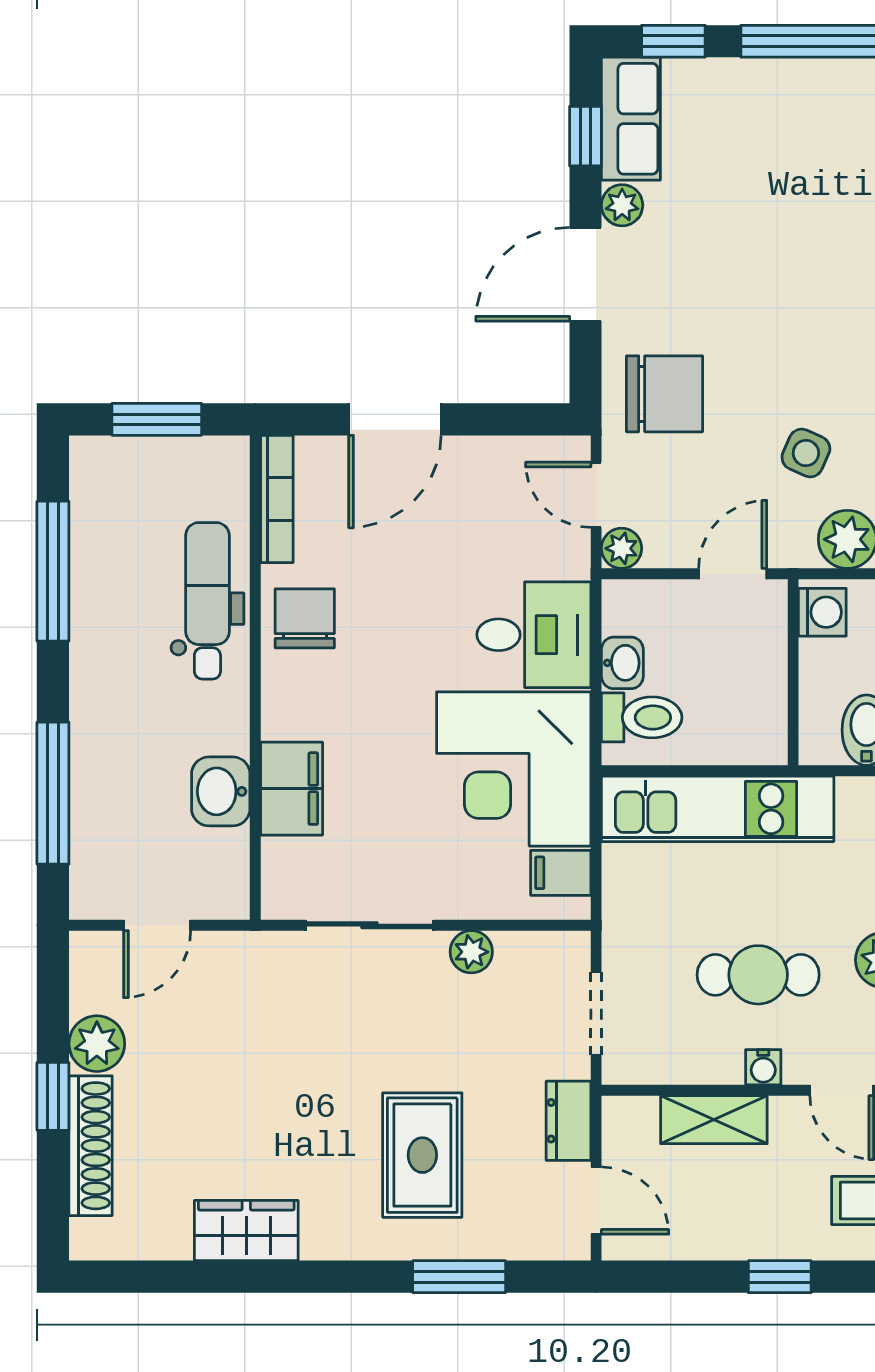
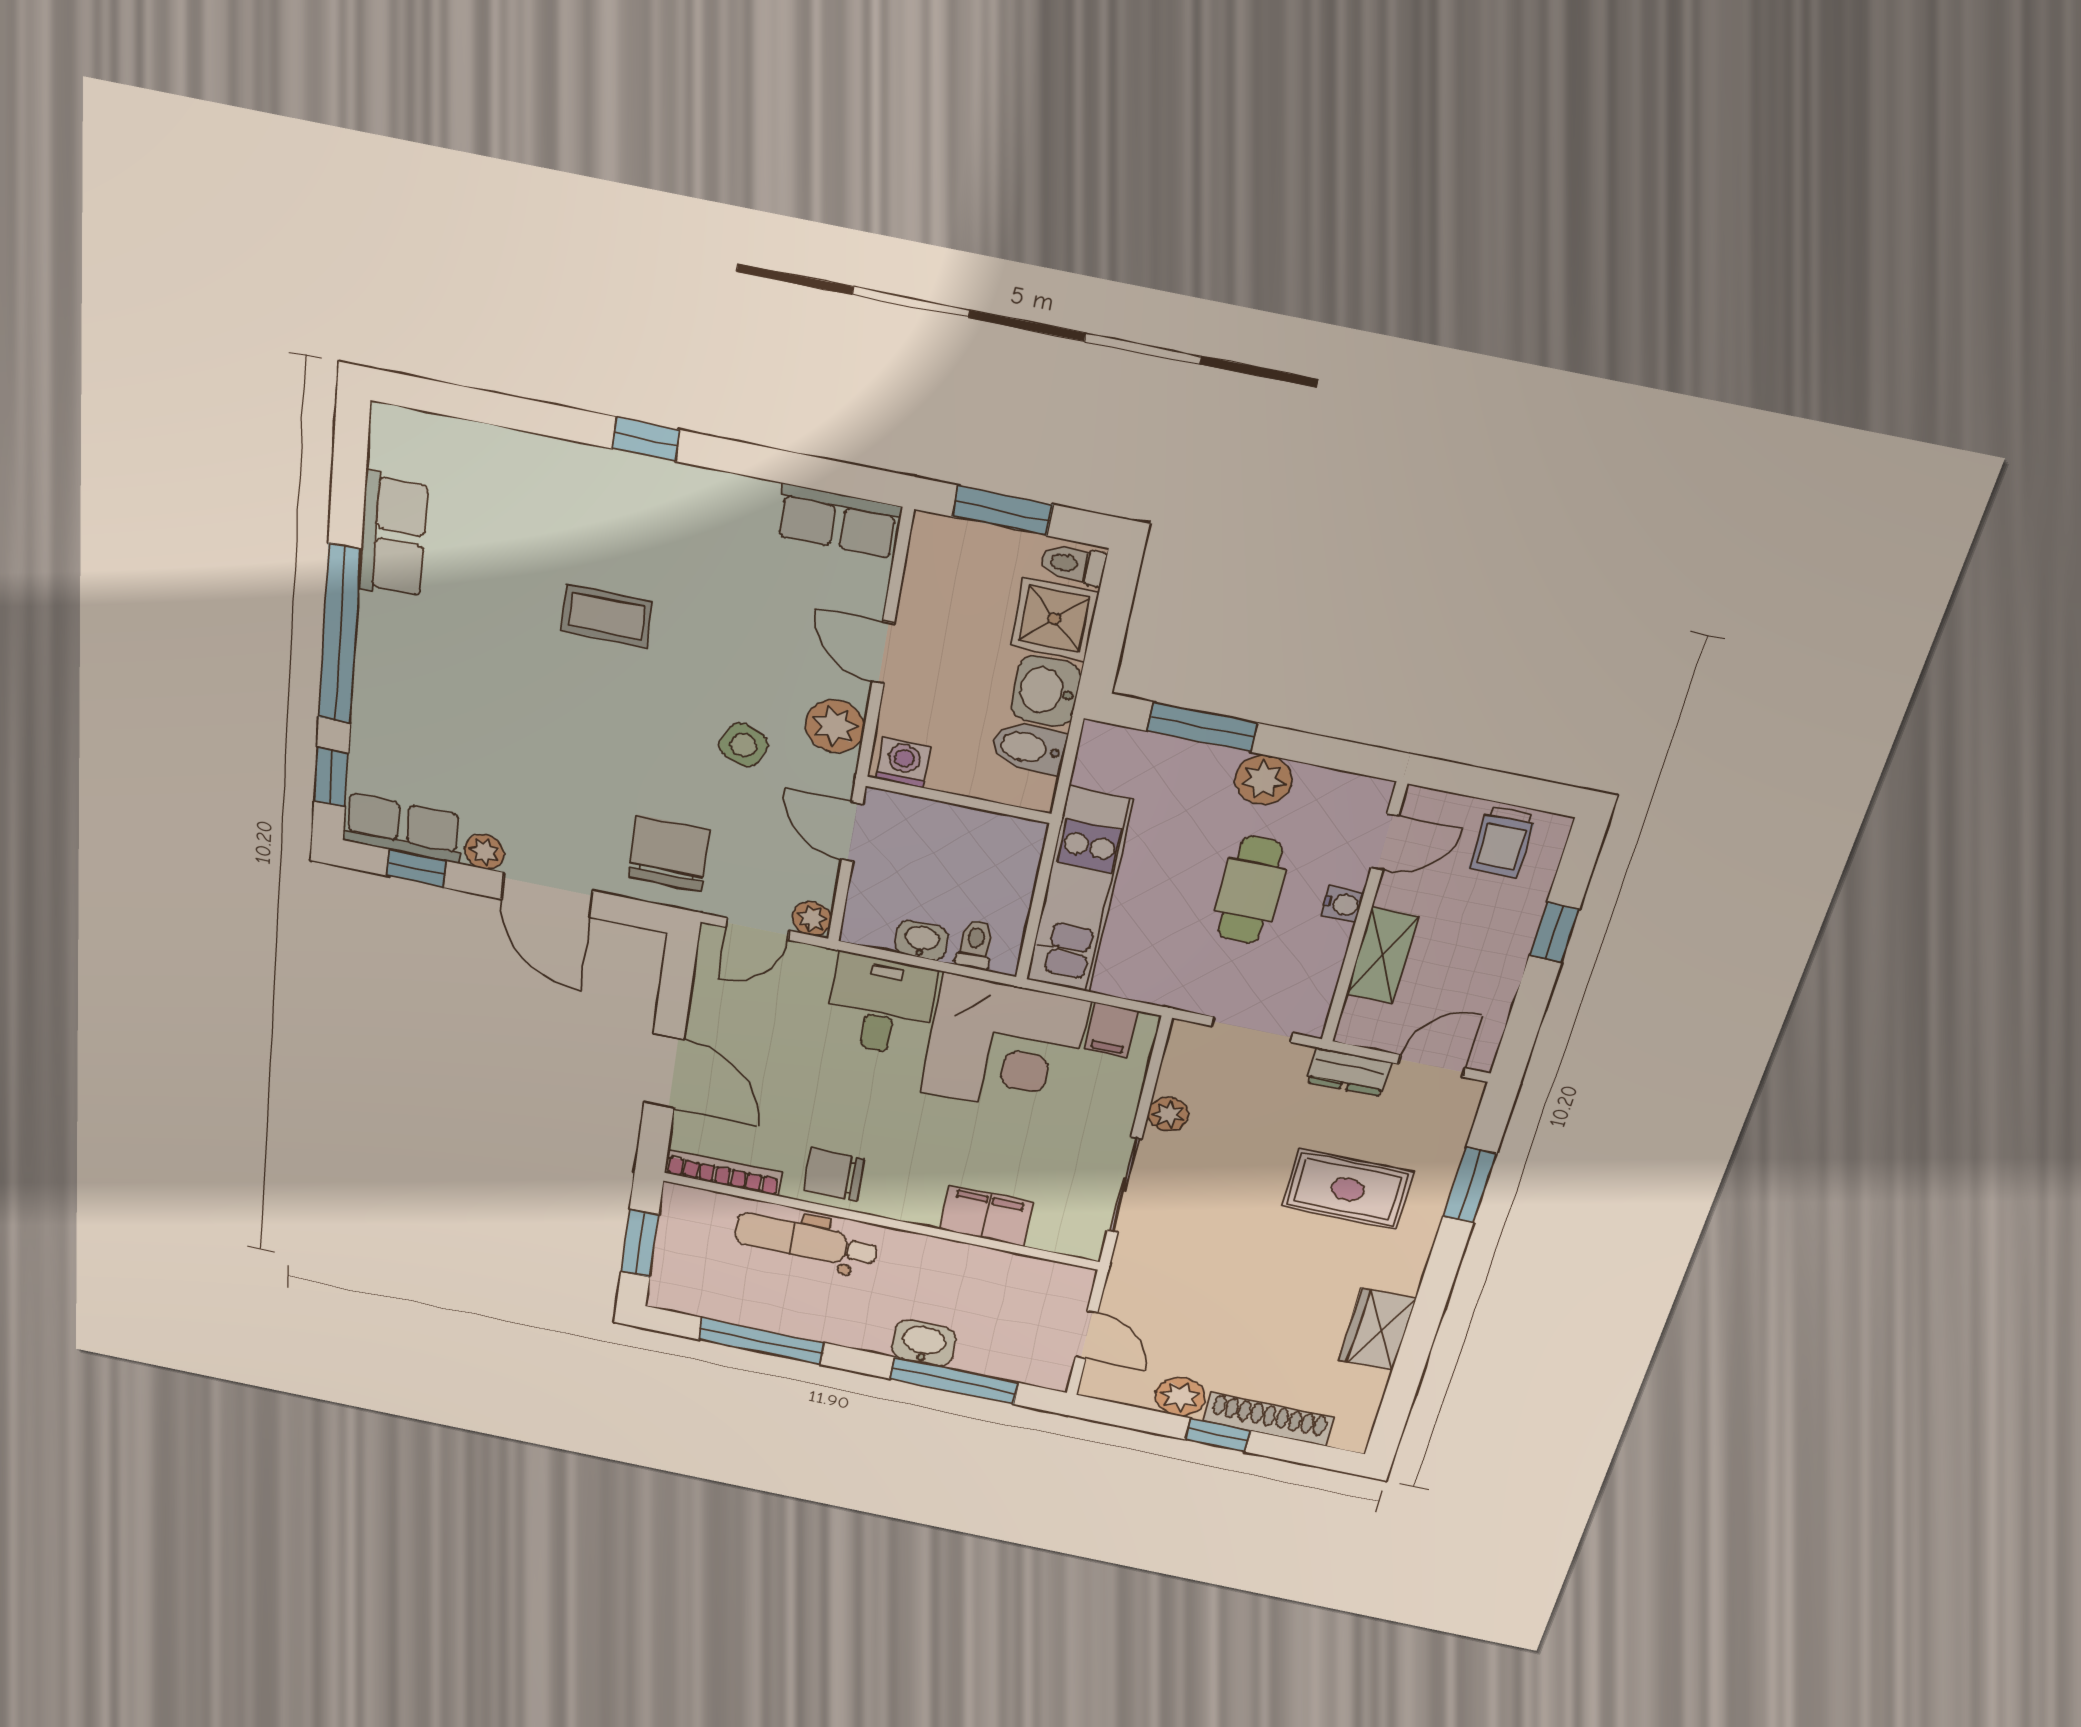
toilet: (642, 717) -> (975, 944), width x0.73, depth x0.72
washbasin: (221, 791) -> (924, 1343), moved, turned 180

